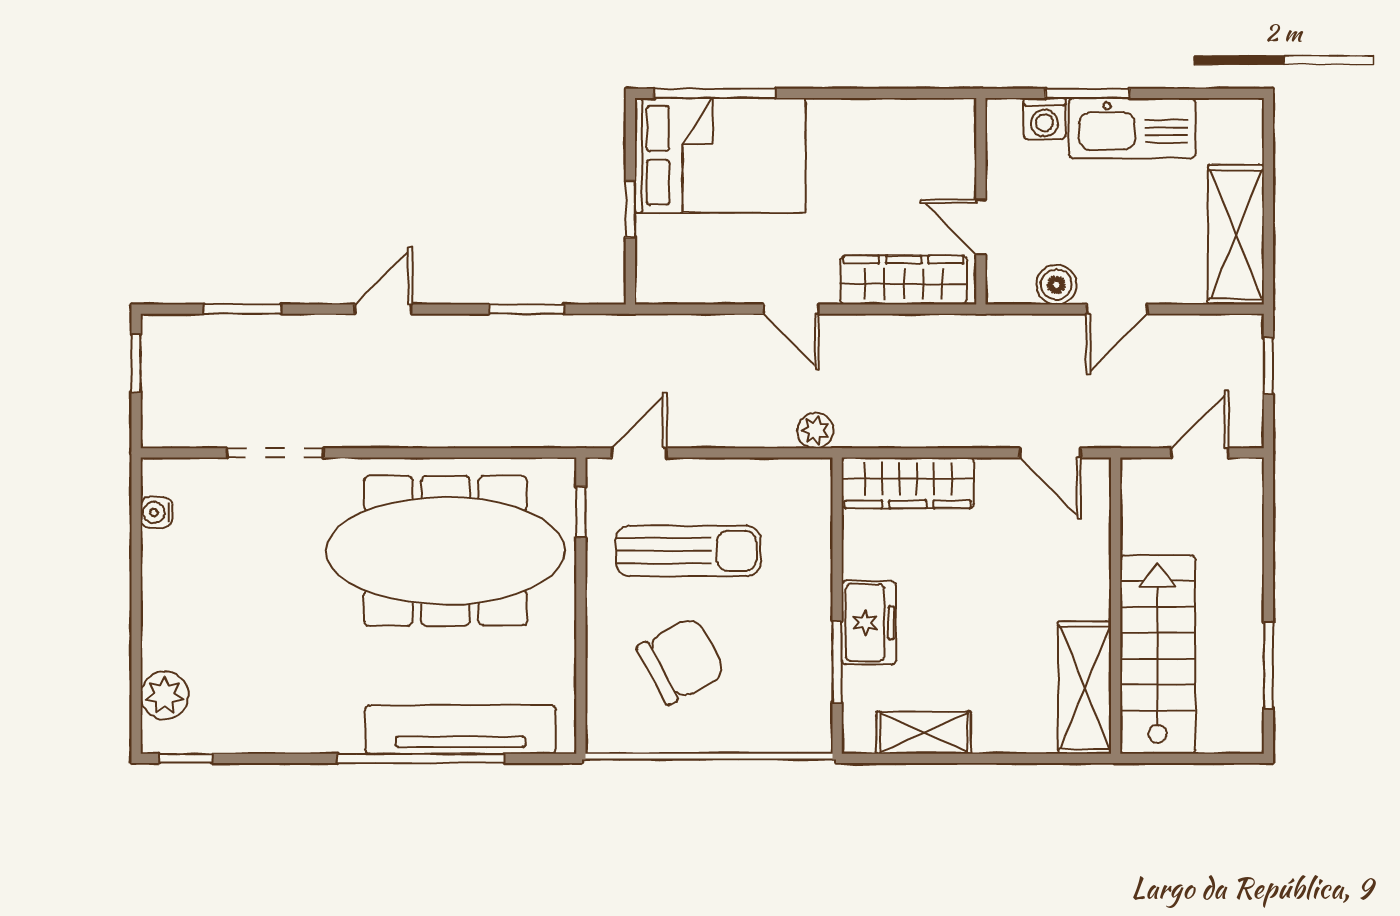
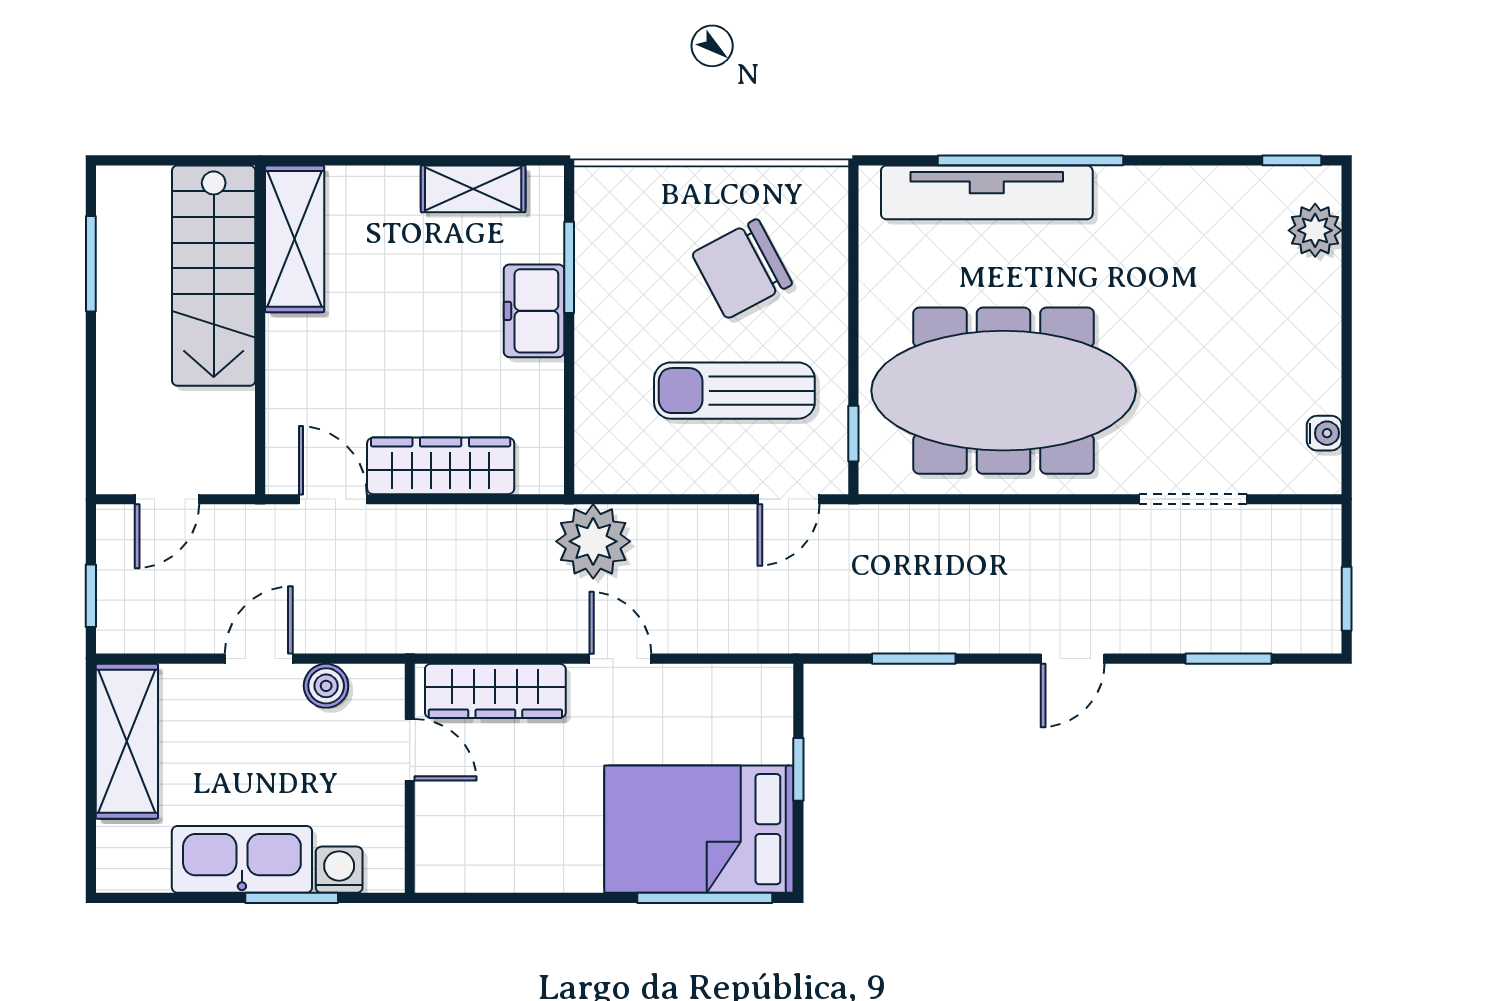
plant: (815, 430) -> (593, 541), width x1.88, depth x1.88
wardrobe: (908, 483) -> (441, 466), moved

